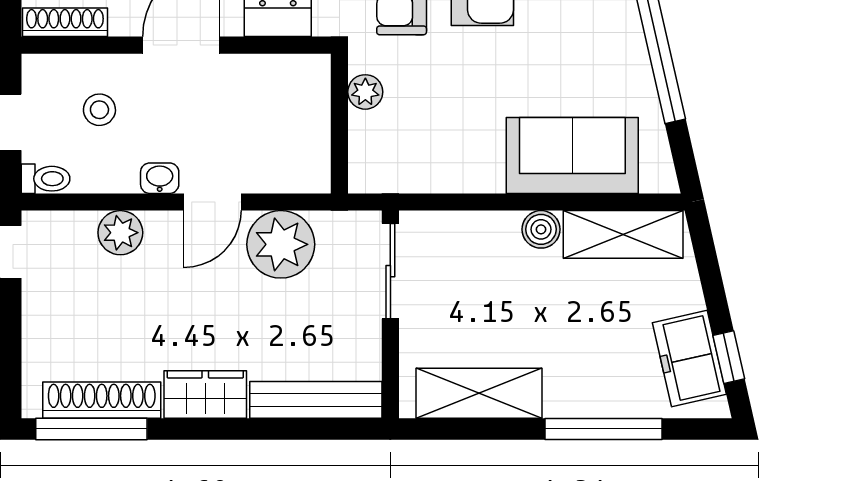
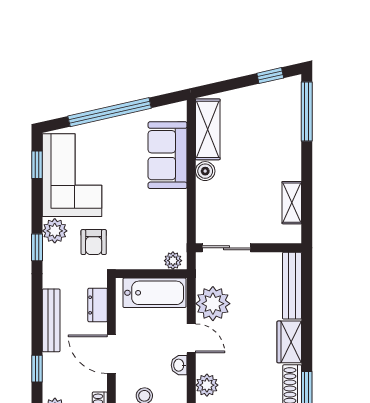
plant: (365, 92) -> (173, 261), moved
bathtub: (302, 130) -> (154, 293), added
freezer: (689, 358) -> (271, 96), removed
shelving: (479, 393) -> (292, 203), width x0.67, depth x0.75
window: (603, 429) -> (307, 112), moved

